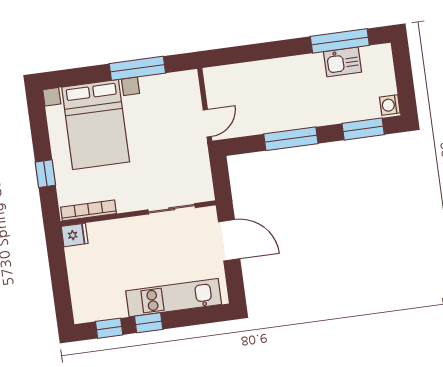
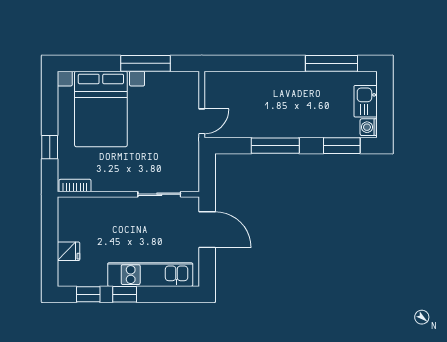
kitchen sink: (343, 62) -> (366, 101), moved, turned 90
bookcase: (88, 210) -> (75, 186), width x0.64
fridge: (75, 235) -> (69, 251), moved

